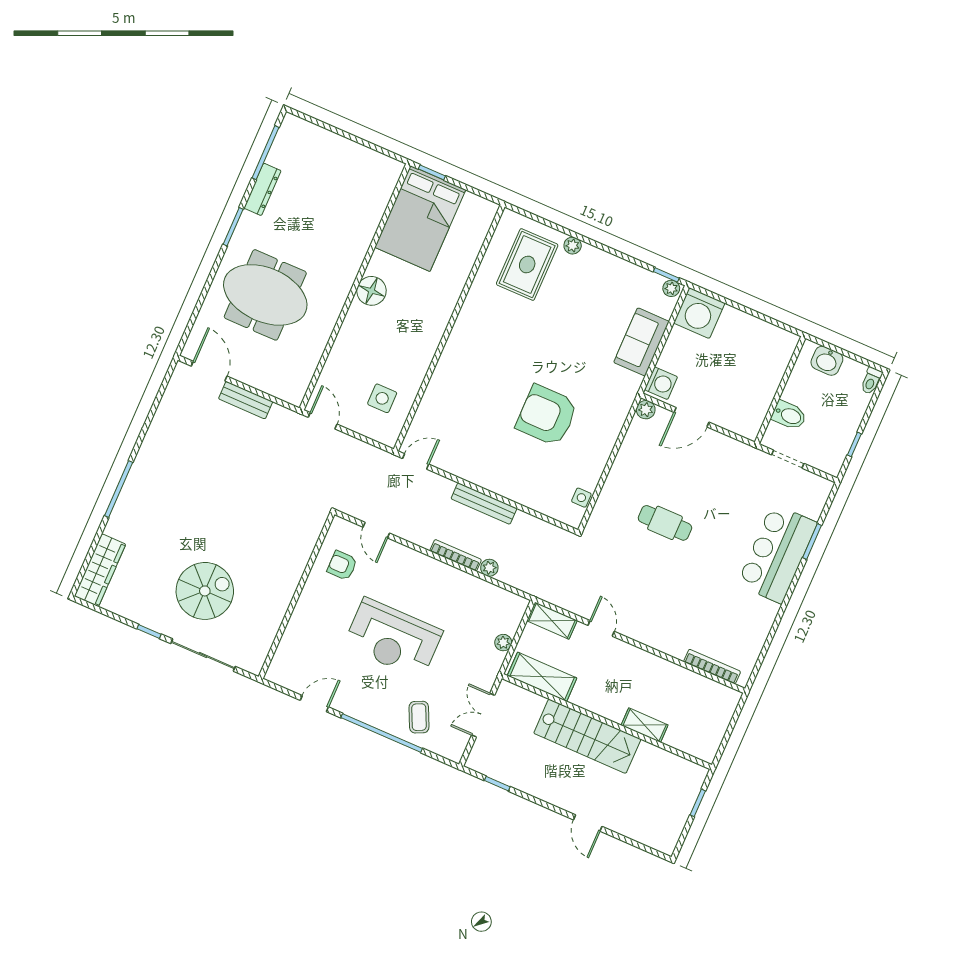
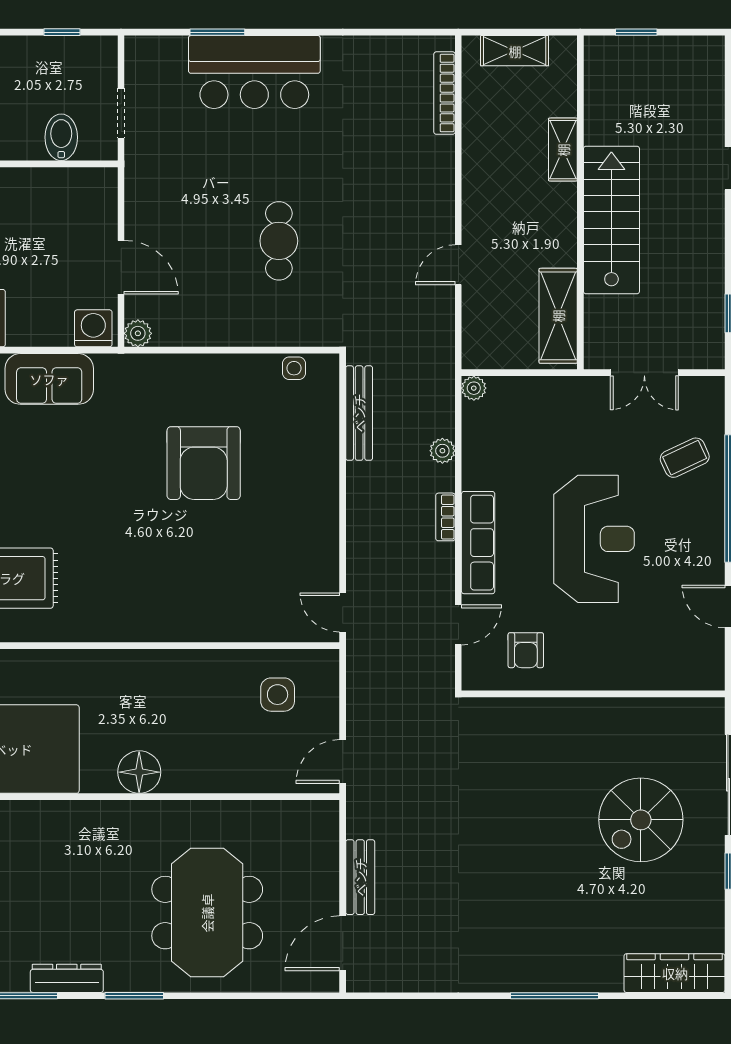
bench: (484, 503) -> (359, 413), moved
bookcase: (456, 555) -> (445, 517), width x0.64
row of seats: (422, 565) -> (478, 543), added
spiral stairs: (205, 591) -> (641, 820), turned -90
shelving: (552, 621) -> (515, 51), moved, turned 90
plant: (503, 643) -> (474, 388), moved

